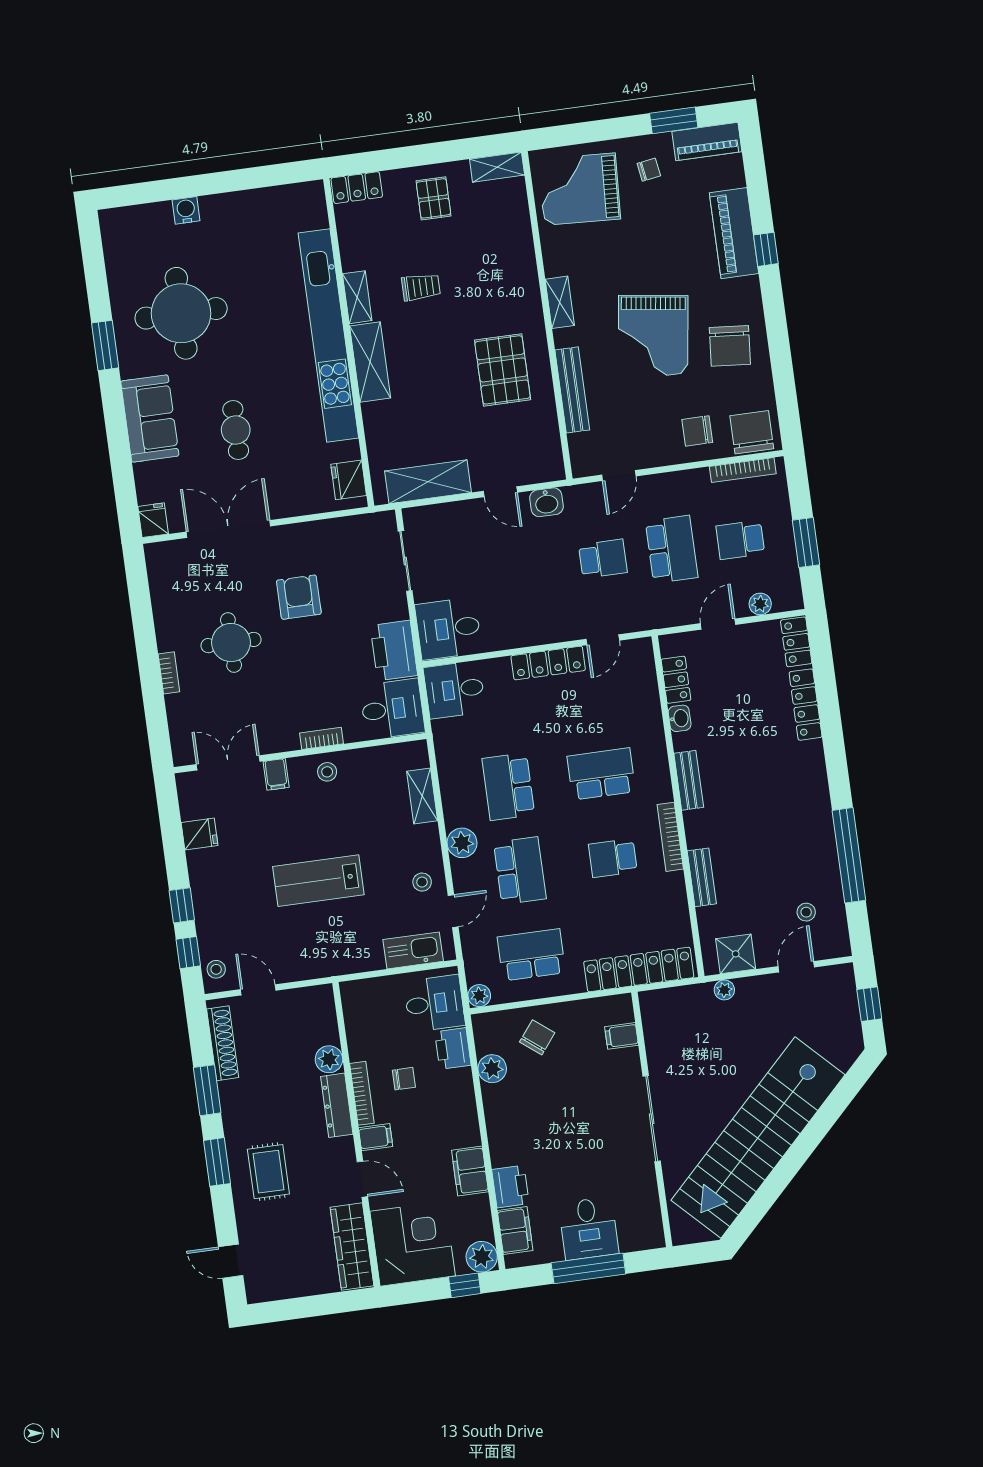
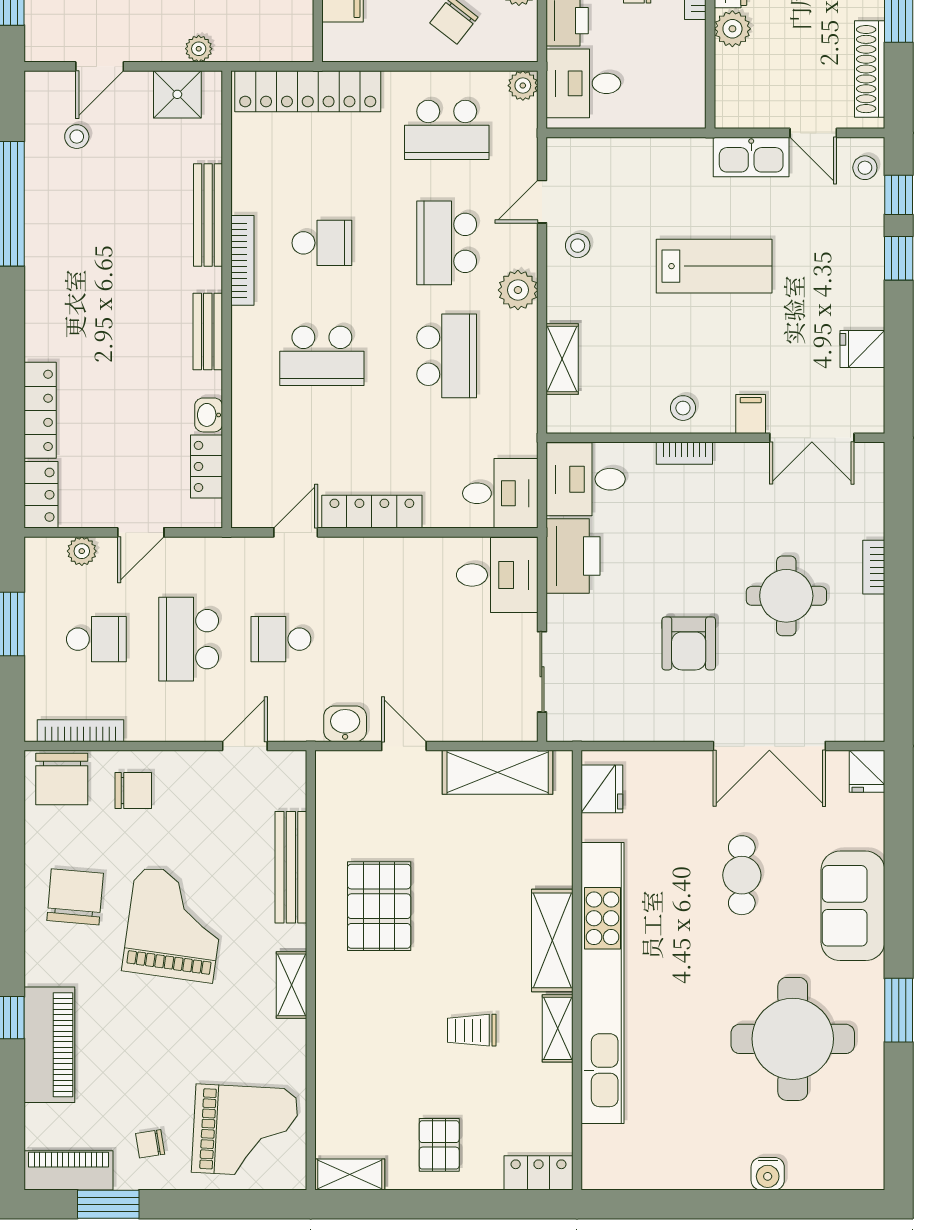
bench: (702, 877) -> (208, 215), width x1.36
kitchen sink: (413, 950) -> (751, 157), moved

